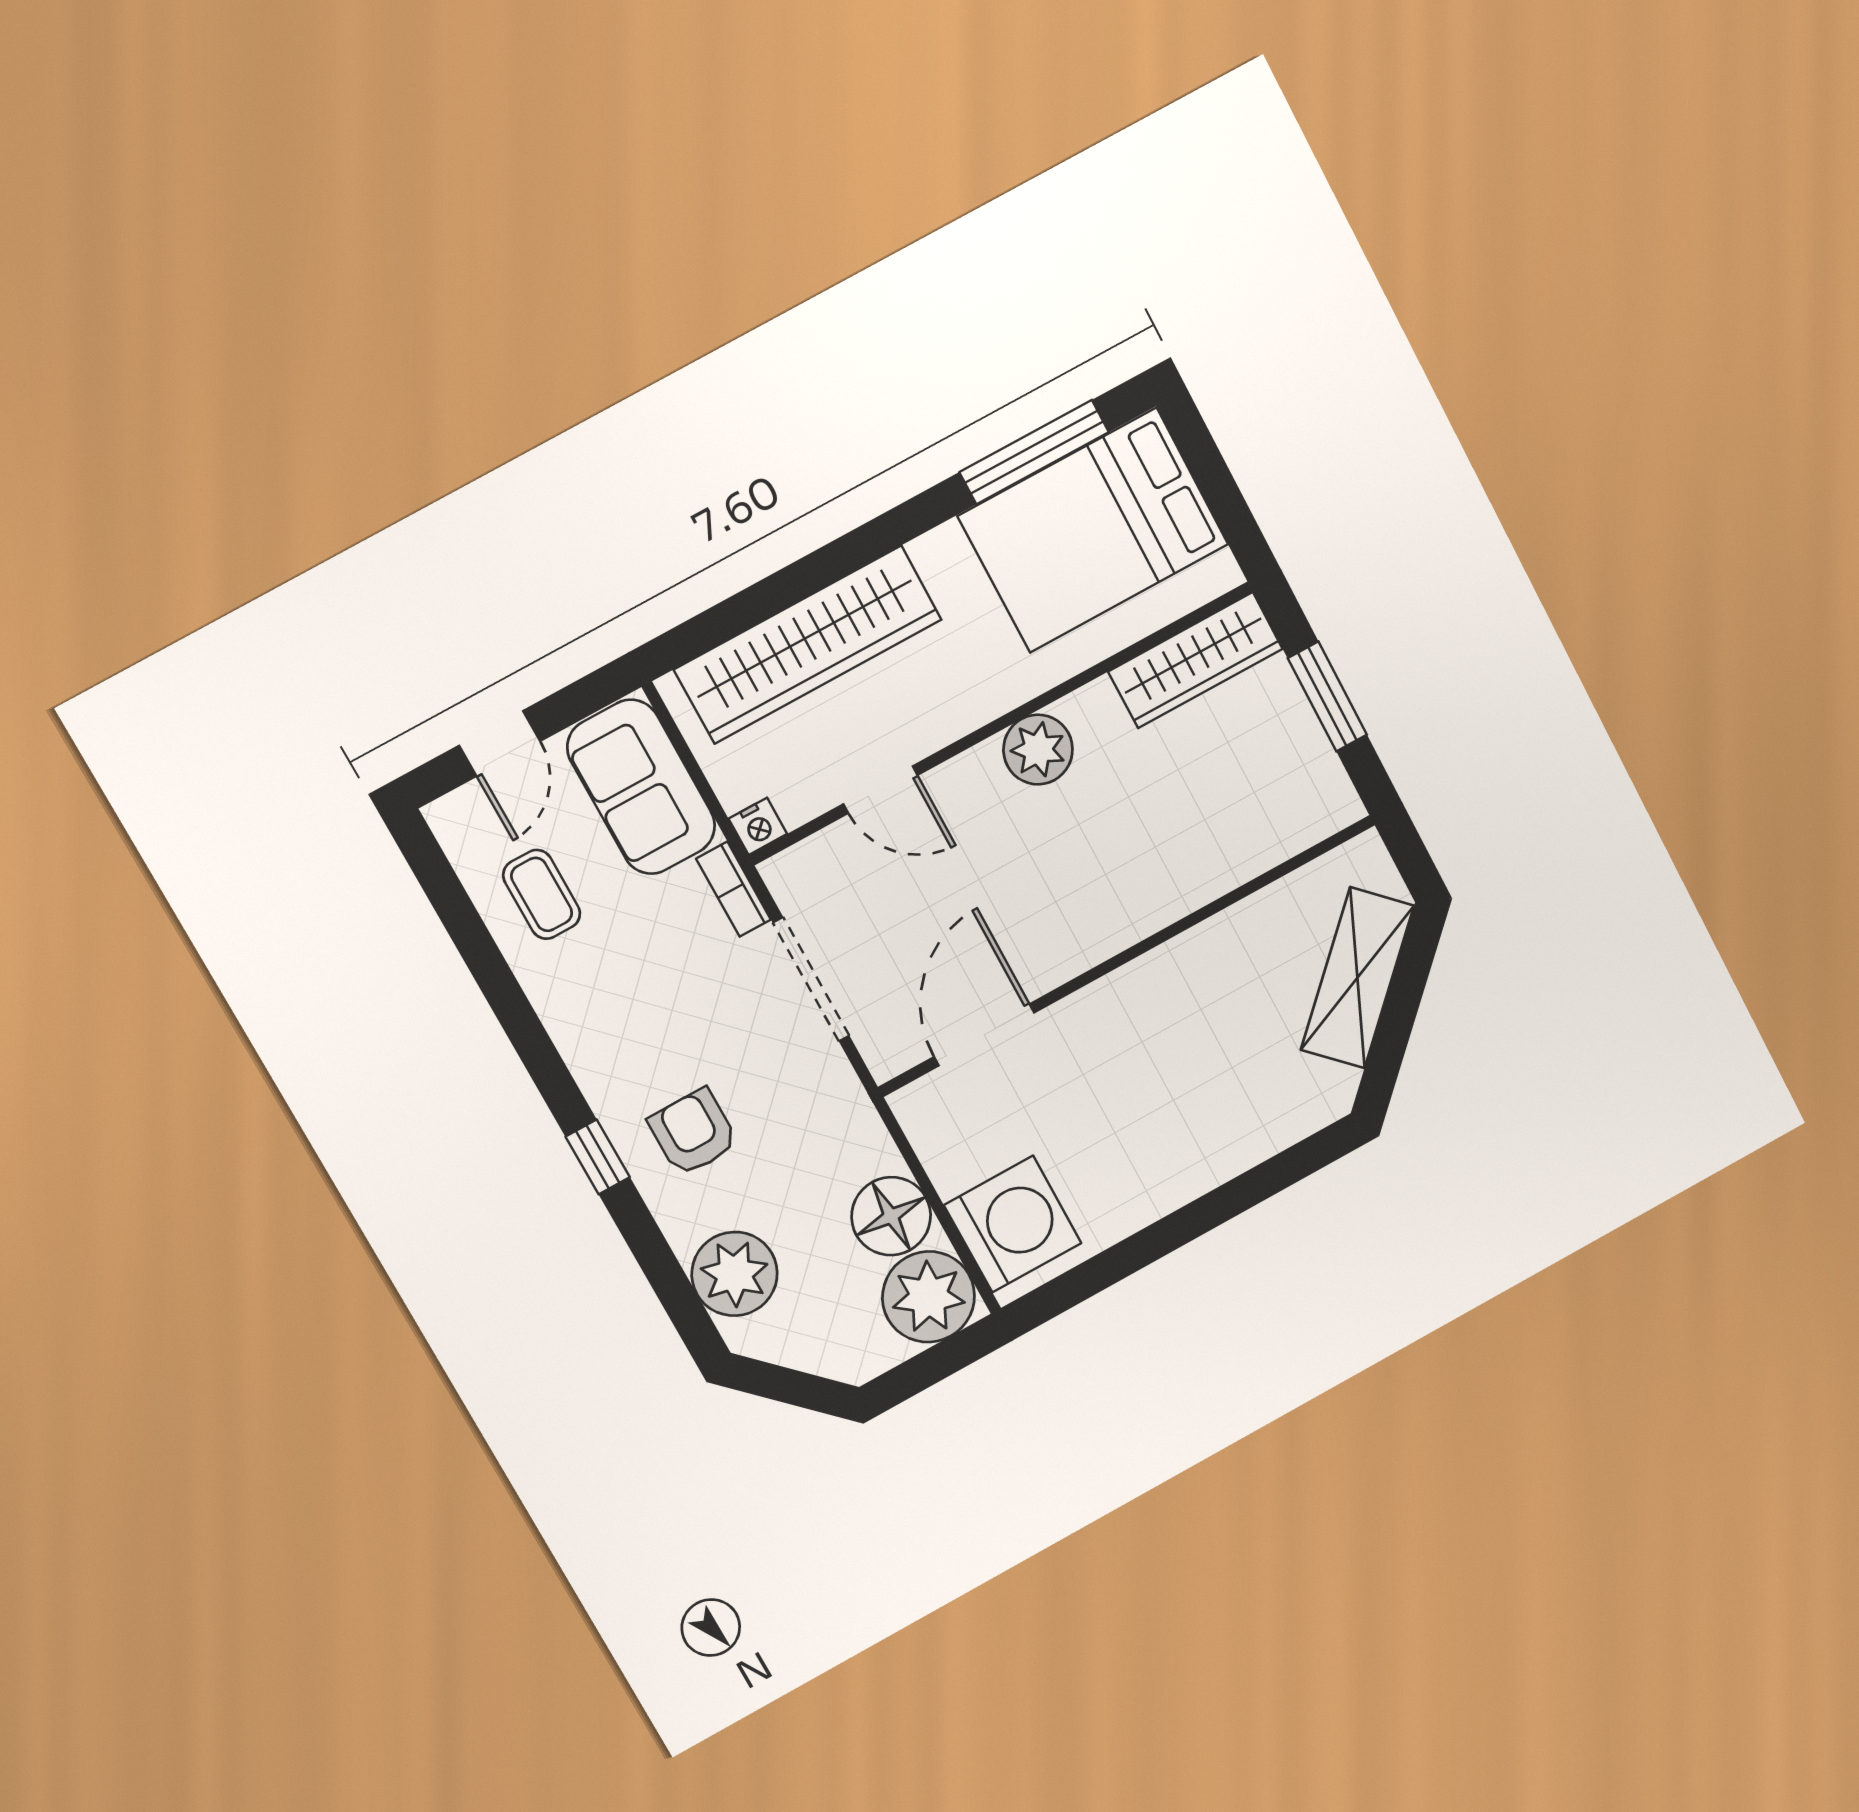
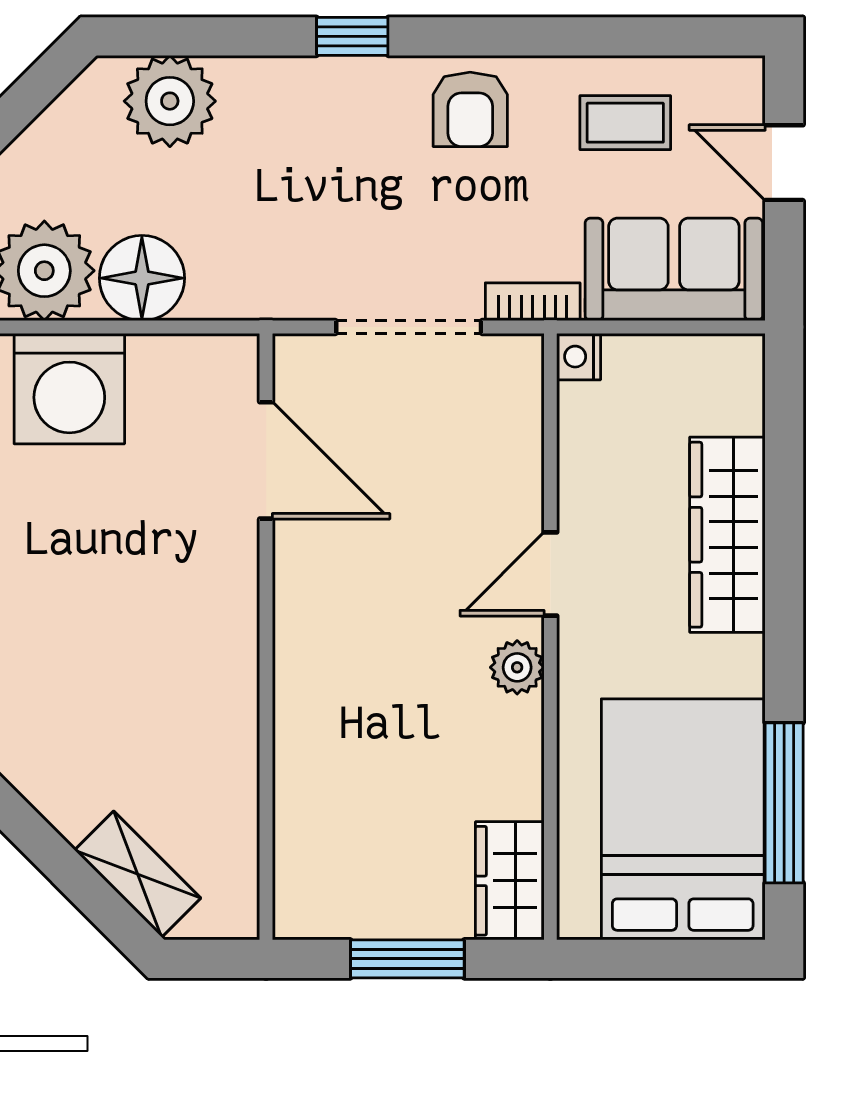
wardrobe: (808, 645) -> (727, 535), width x0.71, depth x0.85
wardrobe: (1196, 660) -> (510, 881), width x0.67
plant: (1038, 750) -> (517, 667), width x0.73, depth x0.73
door: (880, 790) -> (550, 574), moved
shelving: (1357, 978) -> (138, 874), width x0.67, depth x0.75
armchair: (693, 1132) -> (470, 109), moved, turned 90

